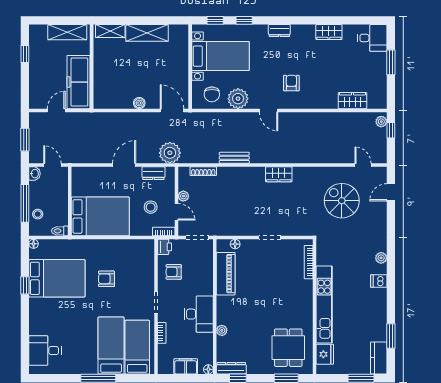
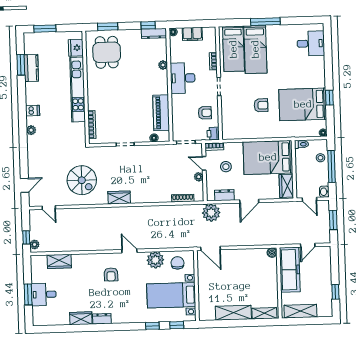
dresser: (279, 31) -> (102, 319), moved
desk: (372, 38) -> (44, 294), moved
boiler: (139, 103) -> (272, 253), moved
bench: (234, 158) -> (157, 210), removed
wardrobe: (79, 182) -> (286, 186), added
spiral stairs: (342, 201) -> (82, 180), moved
kitchen counter: (379, 358) -> (31, 68), moved

